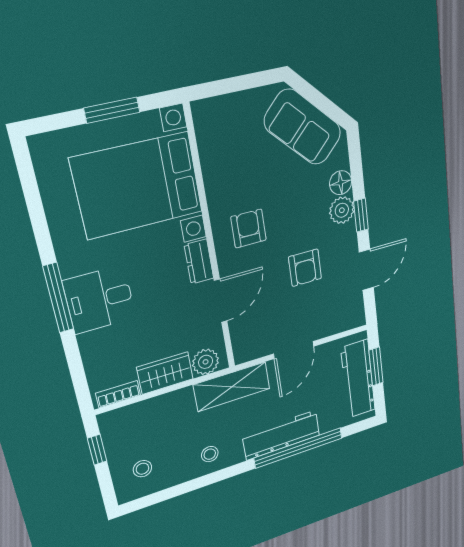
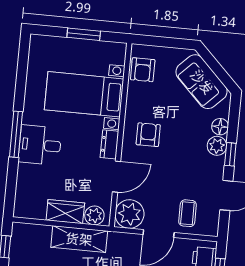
bed with nightstands: (138, 185) -> (84, 94), width x0.73
armchair: (305, 268) -> (143, 70), moved
coffee table: (324, 311) -> (187, 213), added
plant: (251, 341) -> (129, 214), added
shelving: (232, 387) -> (79, 239), moved
bookcase: (118, 394) -> (31, 213), removed

